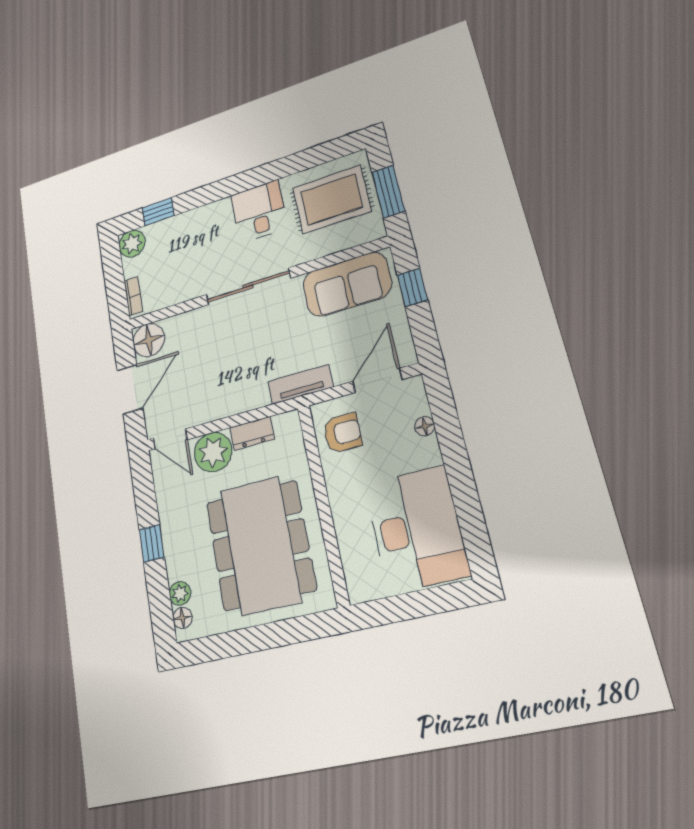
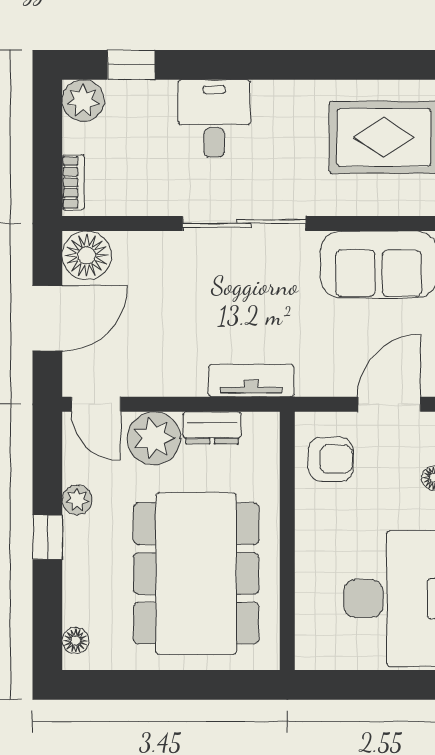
desk: (259, 211) -> (214, 118), moved
tv unit: (301, 384) -> (251, 381), moved
plant: (180, 593) -> (77, 500), moved

